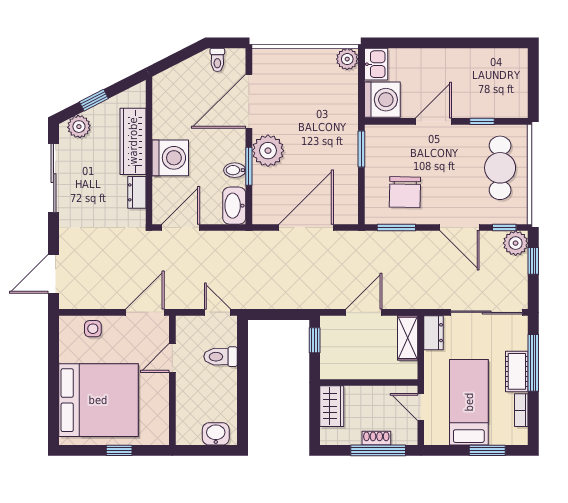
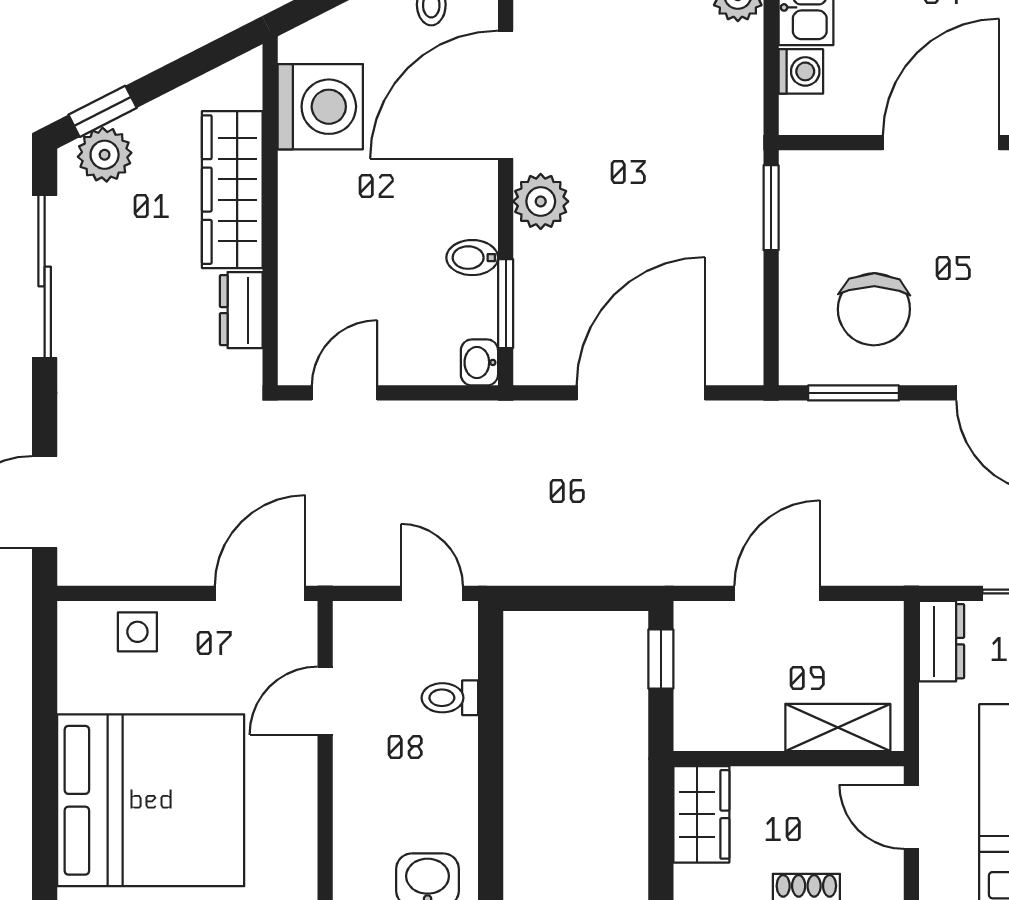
window: (94, 100) -> (103, 111), moved
washing machine: (382, 100) -> (801, 71), width x0.53, depth x0.53
door: (433, 121) -> (941, 143), width x1.36
plant: (268, 151) -> (541, 201), width x0.73, depth x0.73
washing machine: (170, 158) -> (320, 107), moved
window: (249, 166) -> (506, 304), moved
washbasin: (234, 206) -> (479, 362), width x0.52, depth x0.69
door: (181, 228) -> (345, 393), width x0.73
shelving: (408, 338) -> (838, 728), moved, turned 90
toilet: (221, 357) -> (450, 698), width x0.73, depth x0.72

